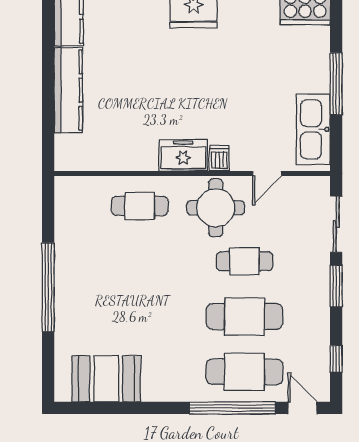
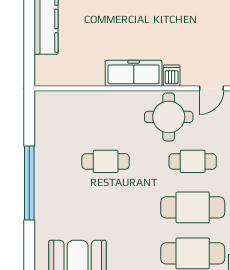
freezer: (183, 155) -> (134, 73), width x1.40
cafe table: (140, 206) -> (106, 161), moved

